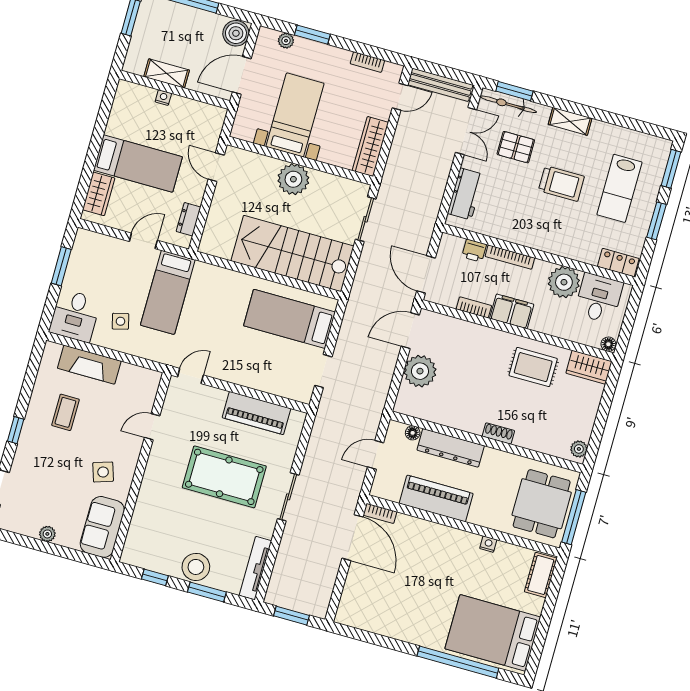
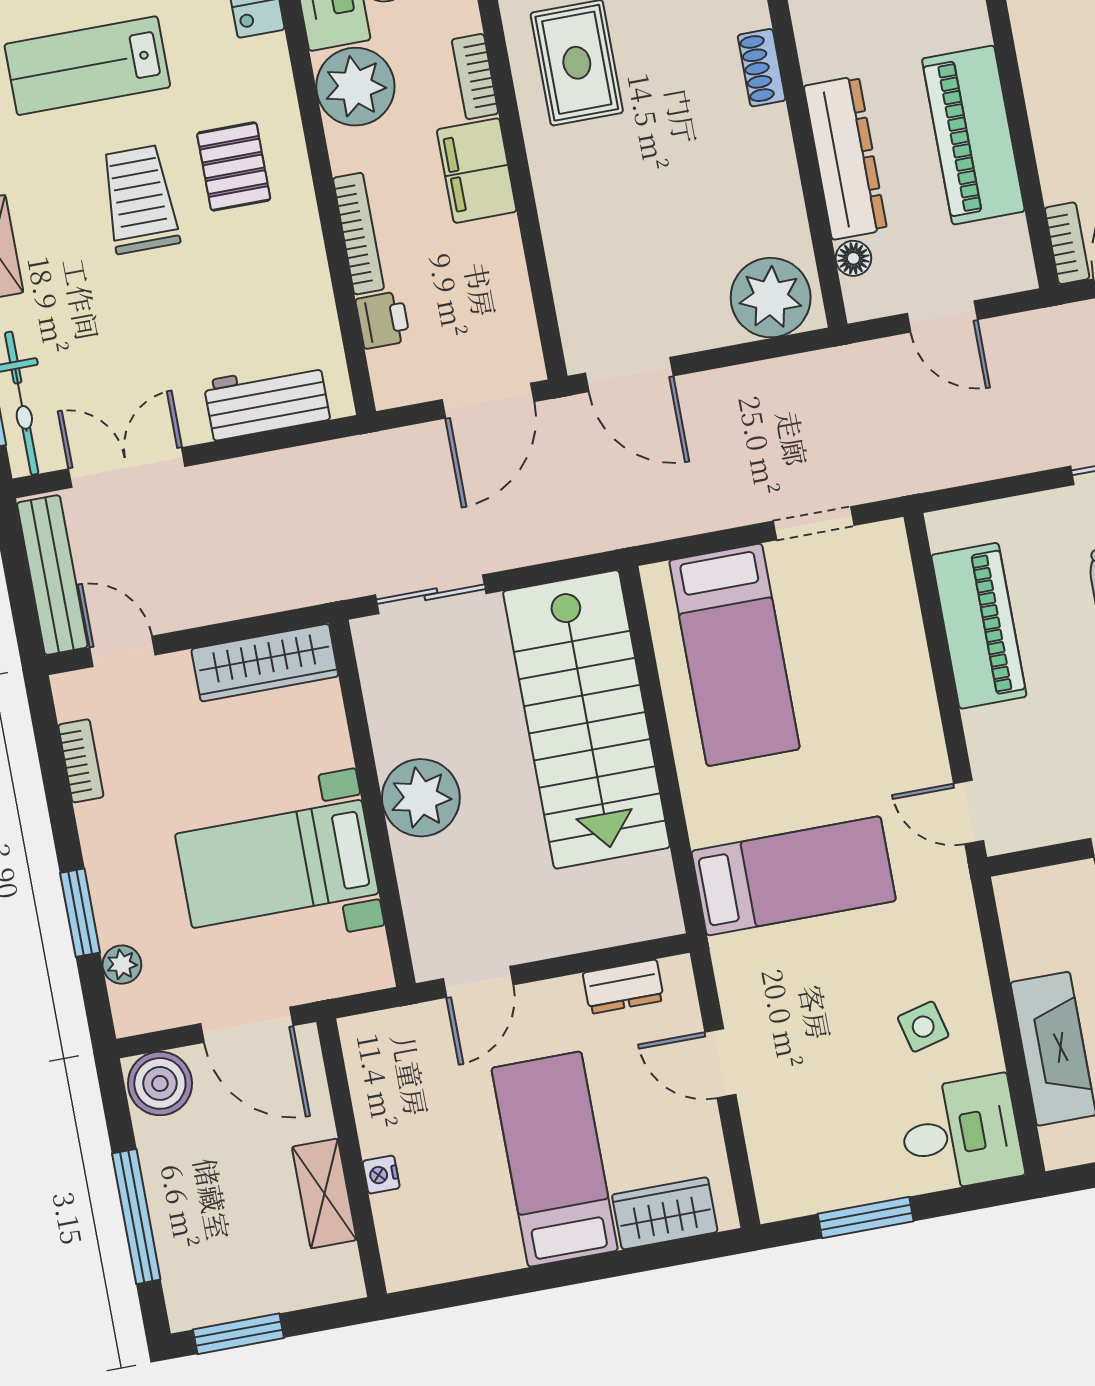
pallet: (516, 147) -> (234, 166), moved
lab bench: (619, 188) -> (87, 66), turned 180
bed: (168, 292) -> (794, 876), moved
bookcase: (474, 307) -> (475, 77), moved
plant: (420, 371) -> (771, 298), moved

